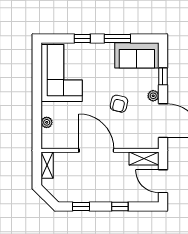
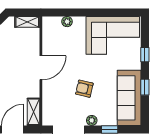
window: (117, 38) -> (145, 87), width x0.67
sofa: (137, 55) -> (129, 98), width x1.36
door: (96, 151) -> (41, 68), width x0.73

